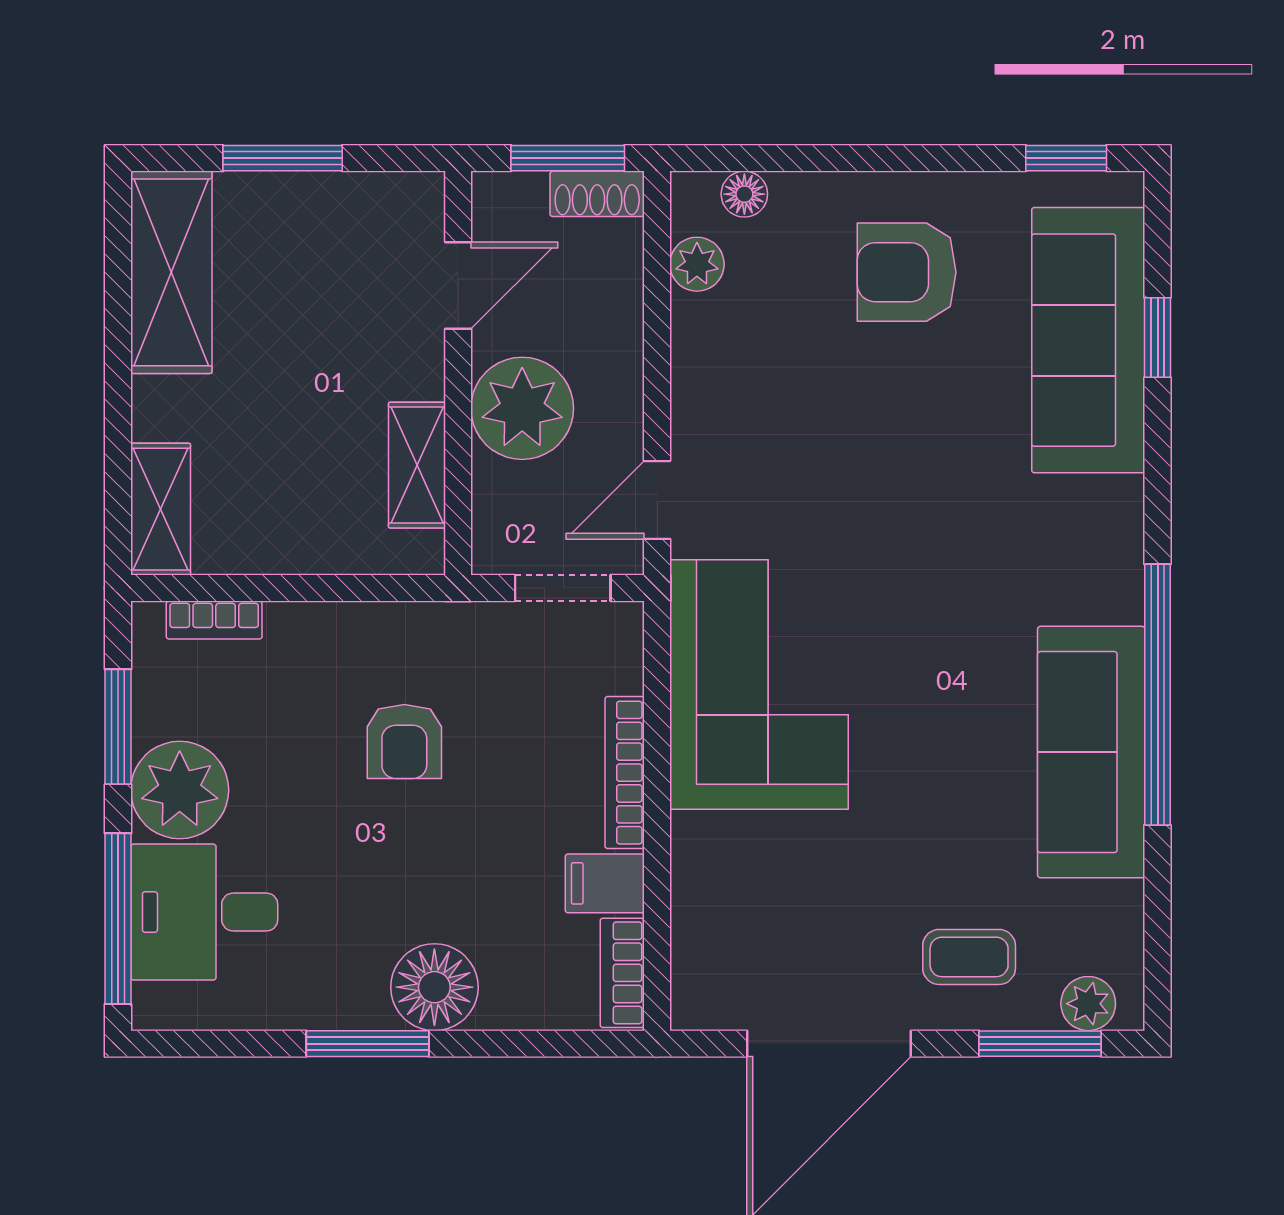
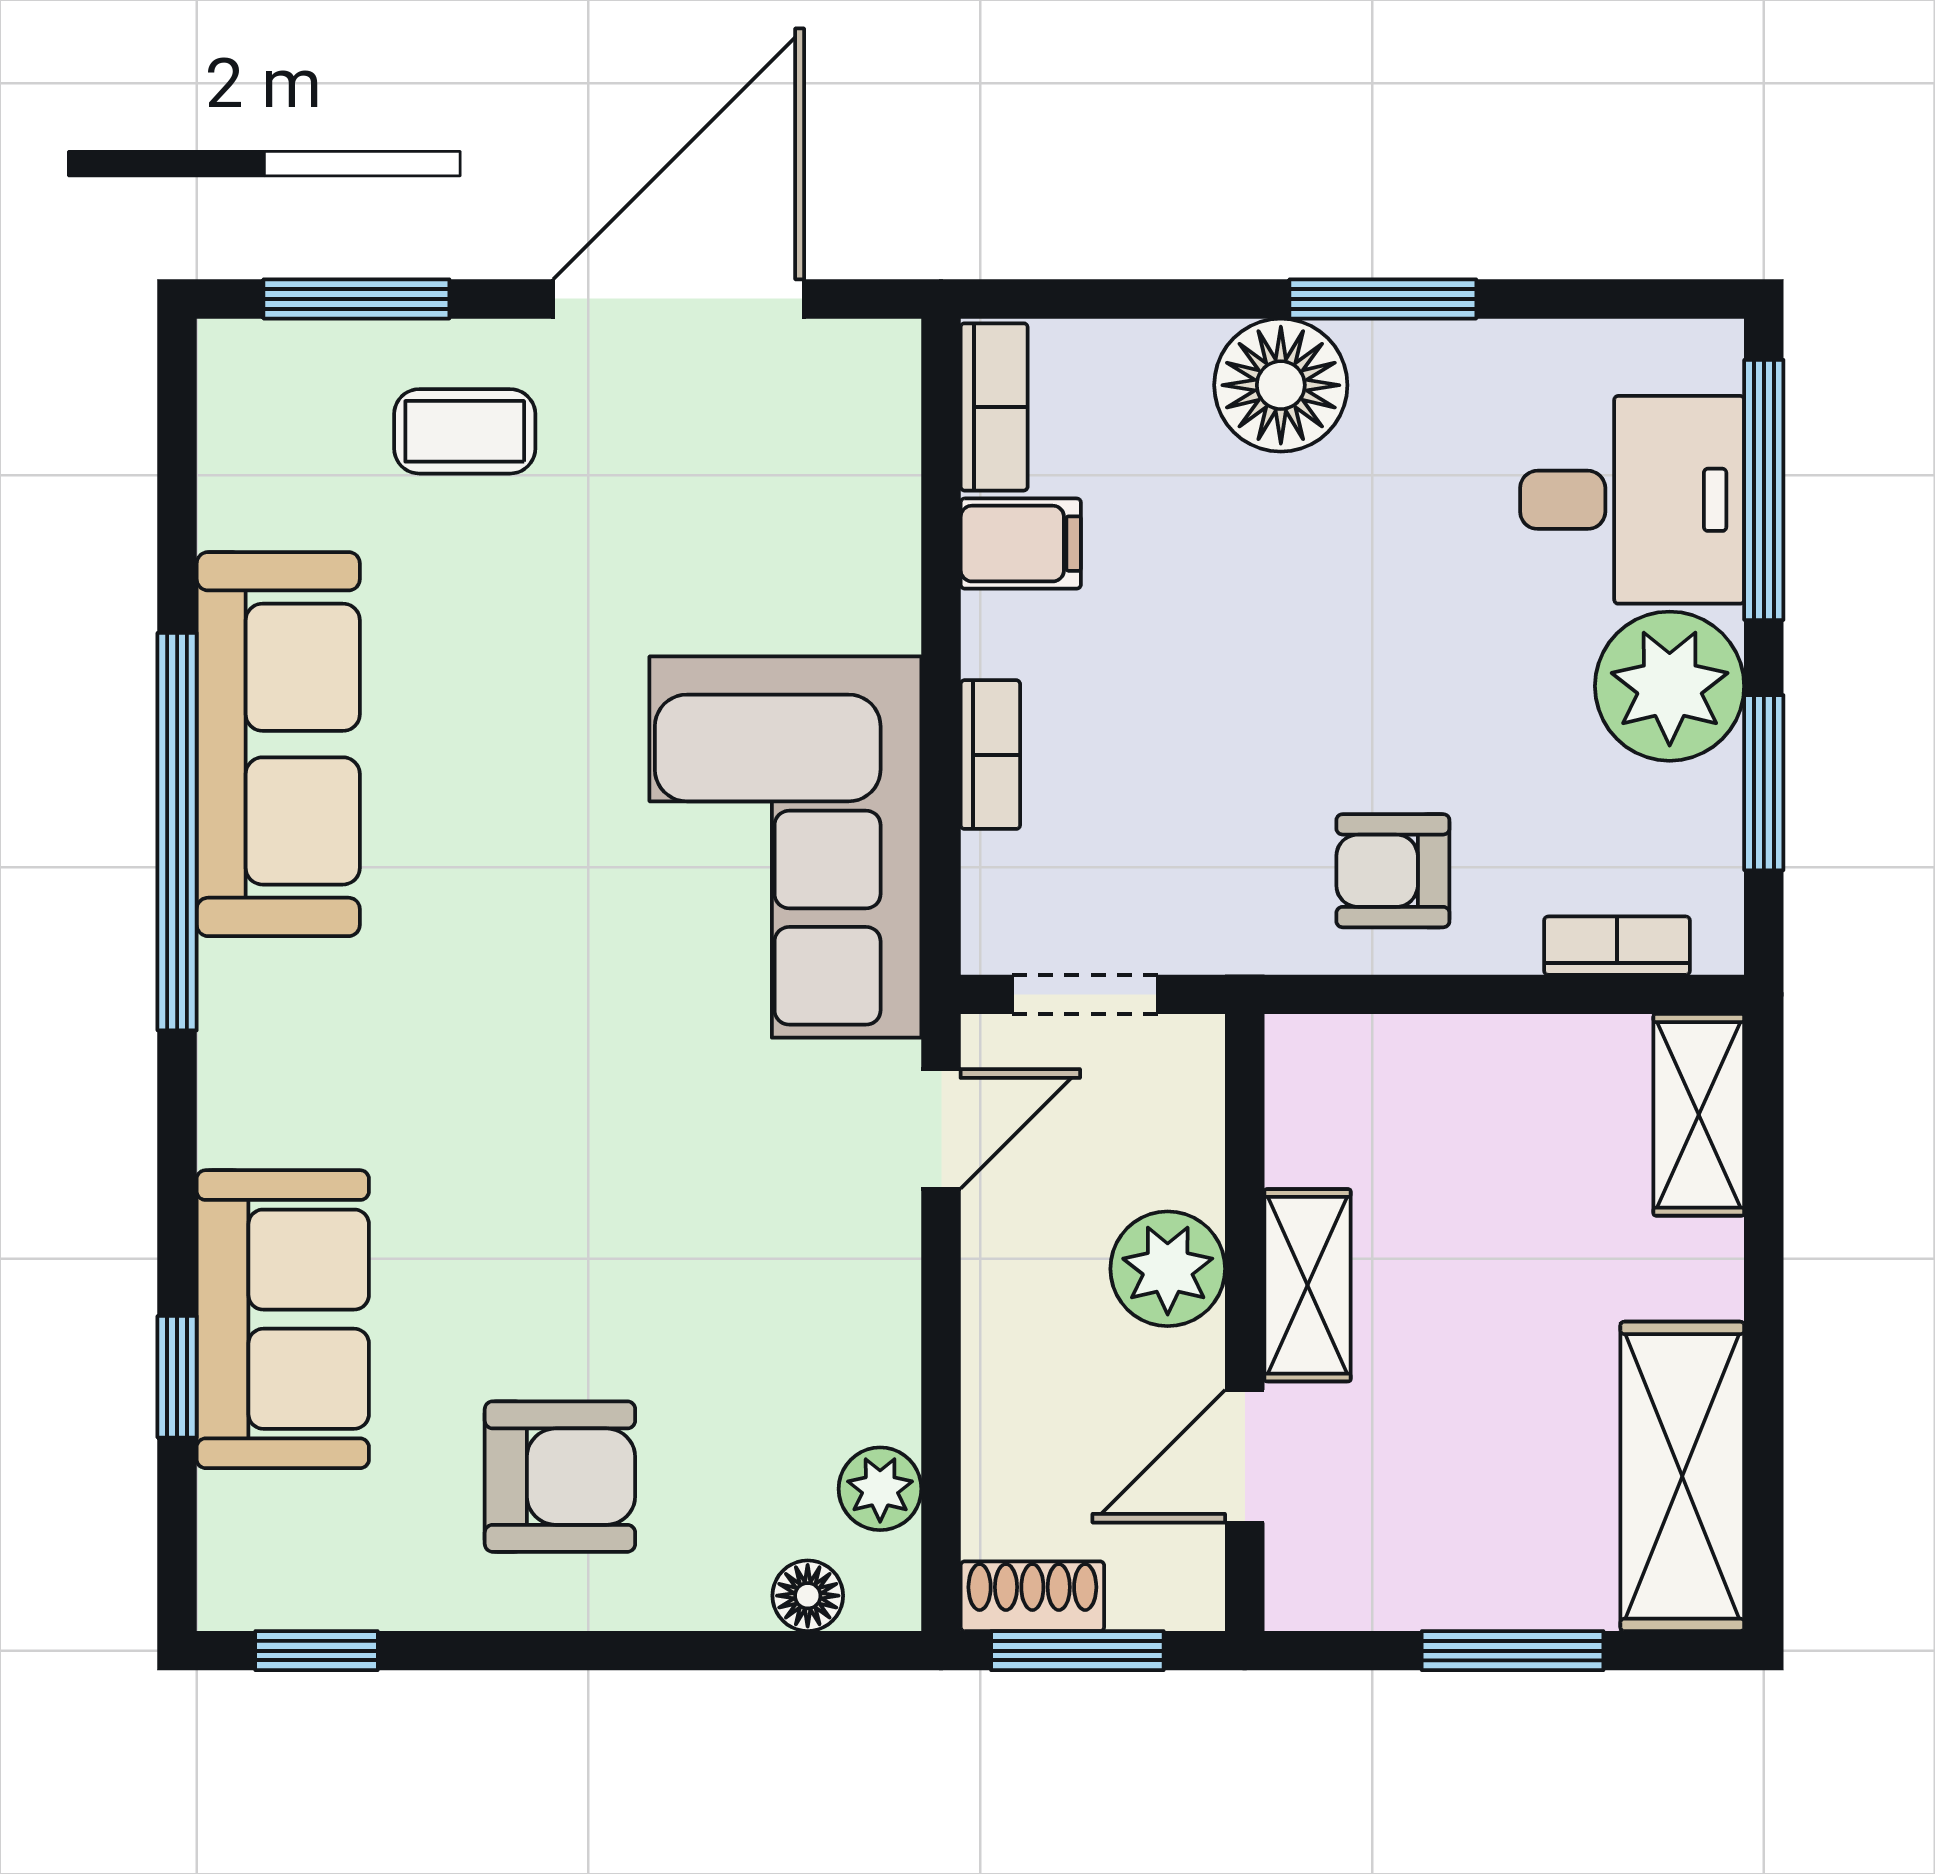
sofa: (1088, 340) -> (283, 1319), width x0.73
plant: (522, 408) -> (1168, 1269), width x0.73, depth x0.73
shelving: (417, 465) -> (1308, 1285), moved
armchair: (404, 741) -> (1393, 871), moved, turned -90
bookcase: (625, 773) -> (990, 755), width x0.64
plant: (1088, 1004) -> (283, 360), removed

